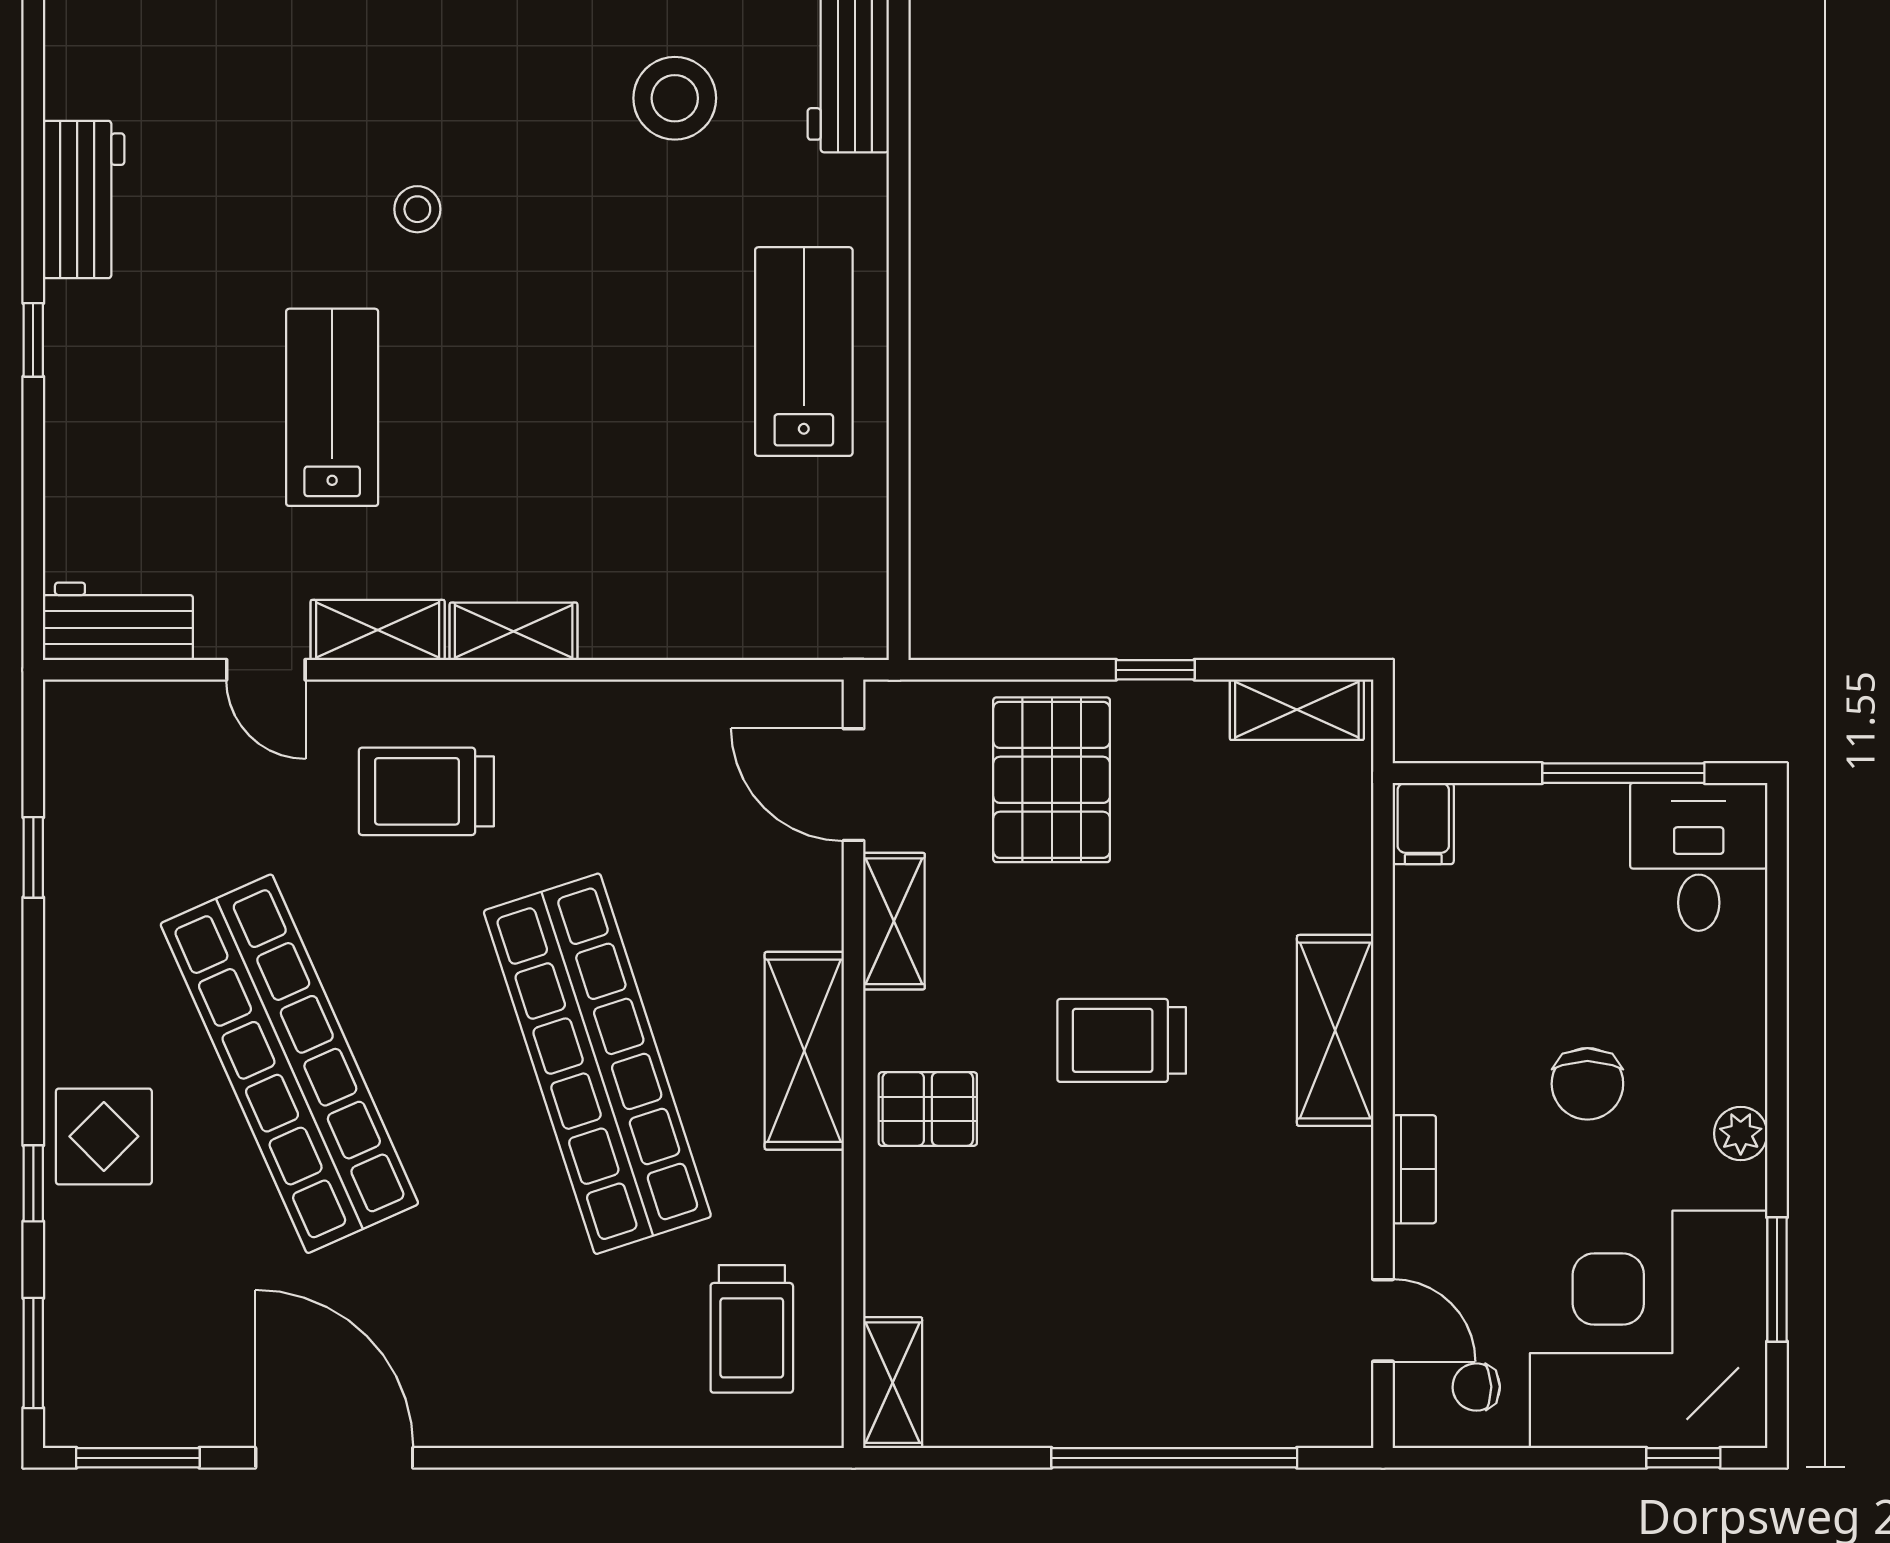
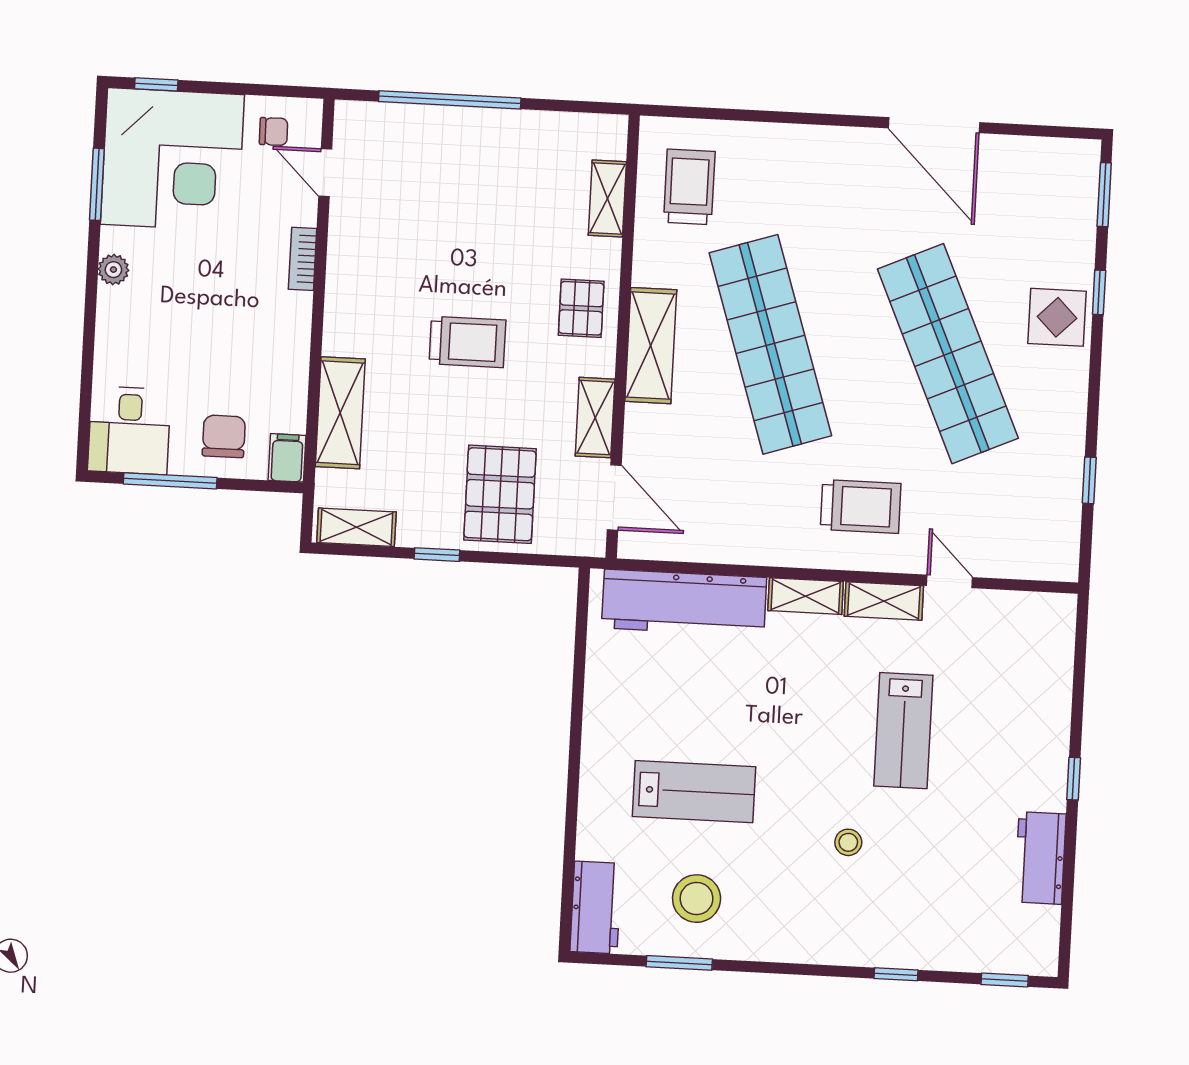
lab bench: (804, 352) -> (694, 792), moved, turned -90
workbench: (118, 621) -> (684, 603), moved, width x1.88, depth x1.32
shelving: (1335, 1030) -> (340, 413), moved
chair: (1587, 1084) -> (224, 436), moved
pallet: (928, 1109) -> (581, 308), turned 90
shelving: (893, 1383) -> (607, 199), moved
window: (138, 1458) -> (1047, 131), removed

